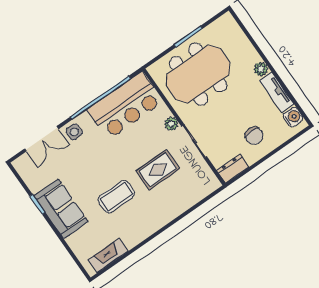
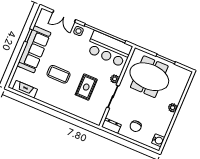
tv unit: (277, 92) -> (166, 124), removed
rug: (158, 170) -> (86, 87), turned 90
sofa: (61, 209) -> (34, 49), width x1.36

